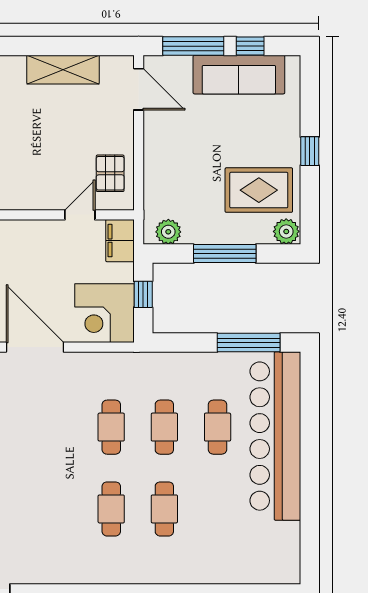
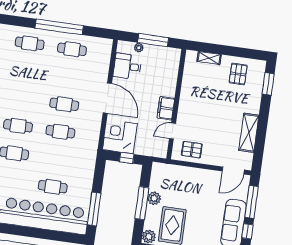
door: (80, 215) -> (172, 131), swing flipped
plant: (168, 232) -> (154, 198), moved
filing cabinet: (120, 241) -> (166, 108), moved, turned -90
door: (35, 347) -> (107, 98), hinge flipped
cafe table: (164, 427) -> (64, 104), moved

